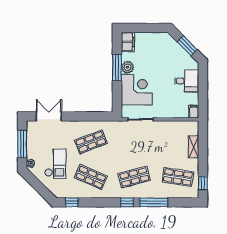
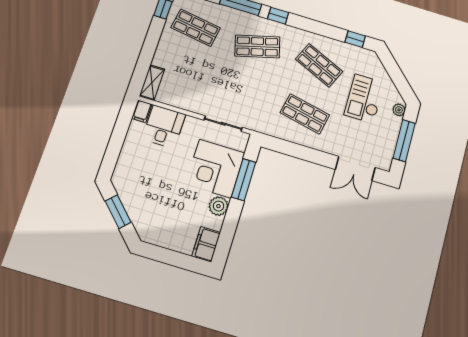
window: (117, 67) -> (244, 180), moved
desk: (187, 81) -> (164, 127), moved, turned 90
shop shelf: (91, 142) -> (305, 114), turned 33
shelving: (194, 147) -> (152, 83), moved

